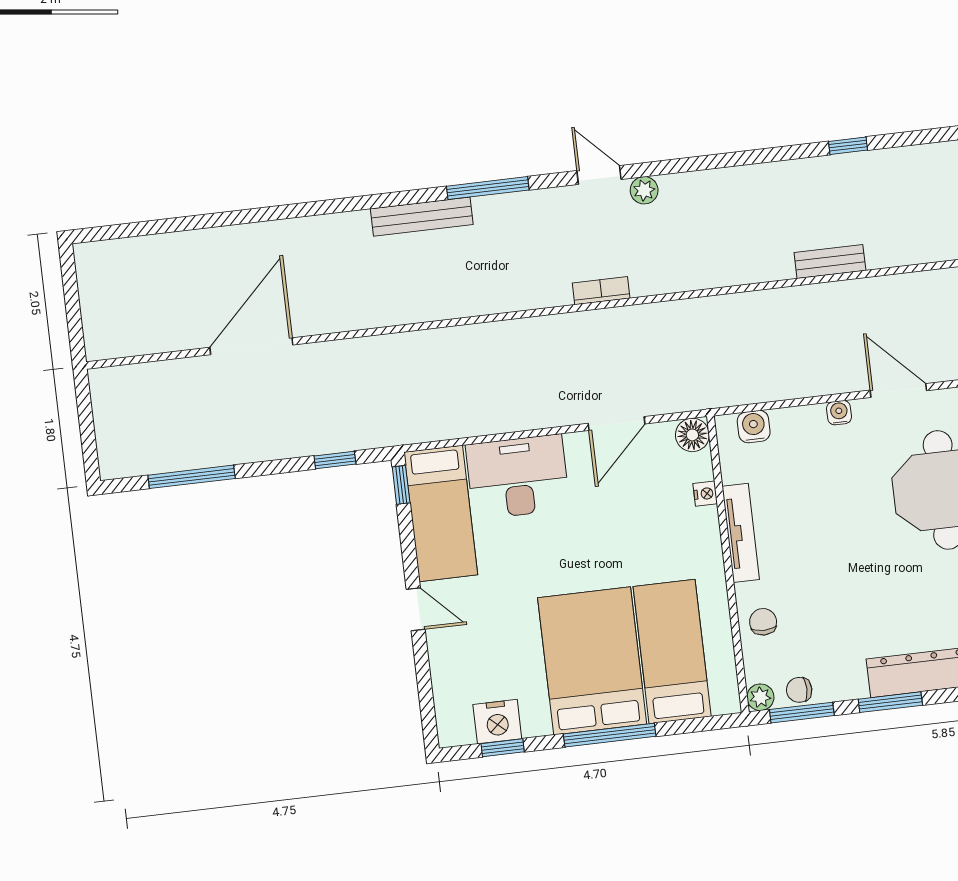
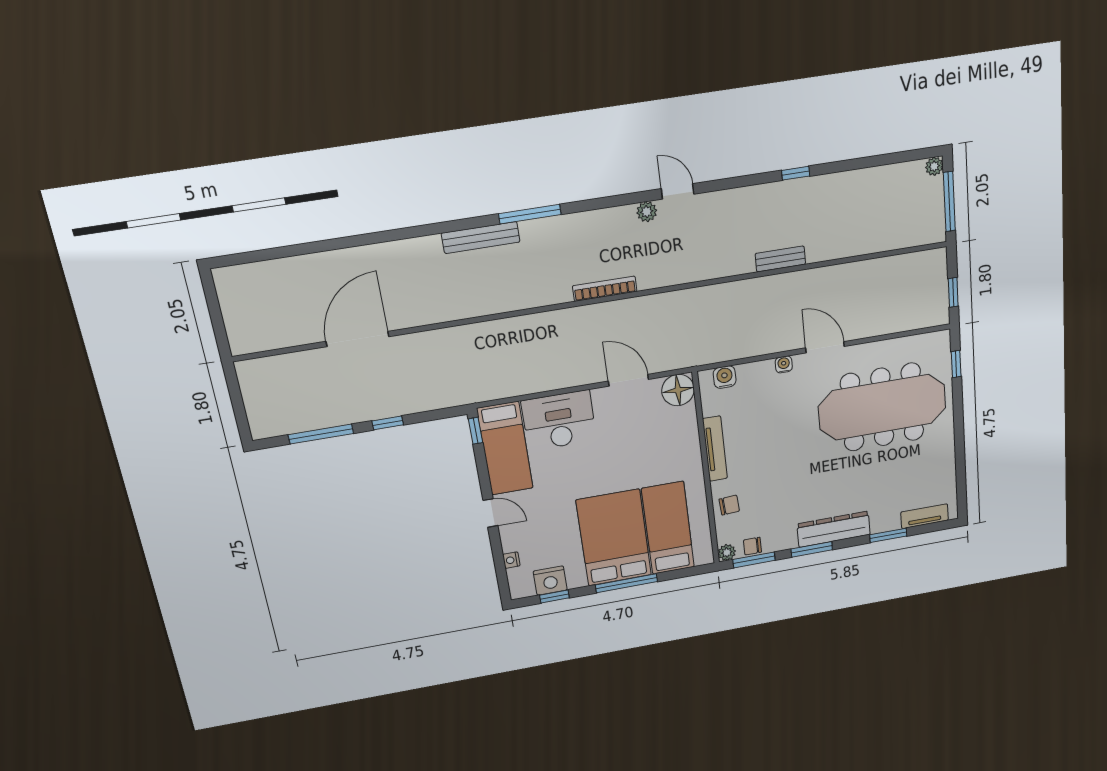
door: (599, 175) -> (678, 191), moved
bookcase: (601, 291) -> (605, 289), width x1.56
door: (617, 424) -> (628, 380), swing flipped
floor lamp: (692, 435) -> (678, 390), width x1.38, depth x1.38
window: (335, 460) -> (388, 423), moved
nightstand: (705, 494) -> (511, 560), moved, turned 180
chair: (763, 622) -> (729, 505), turned 86

